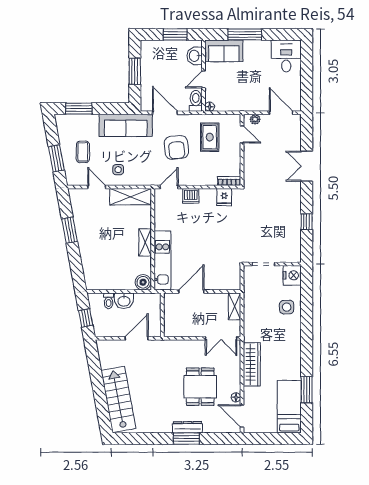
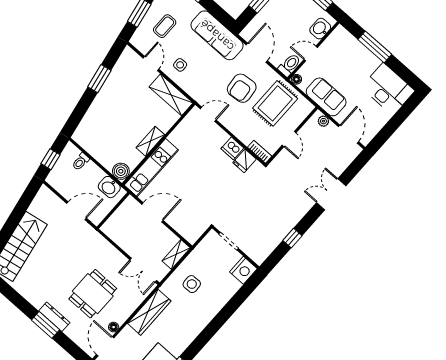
sofa: (224, 51) -> (326, 97), moved, turned 180
desk: (286, 56) -> (388, 89), width x1.37
door: (242, 134) -> (289, 139), moved
rug: (210, 137) -> (275, 103), width x1.36, depth x1.43
dishwasher: (191, 196) -> (232, 148), moved
washbasin: (124, 301) -> (109, 187), moved
side table: (287, 307) -> (192, 284), moved

